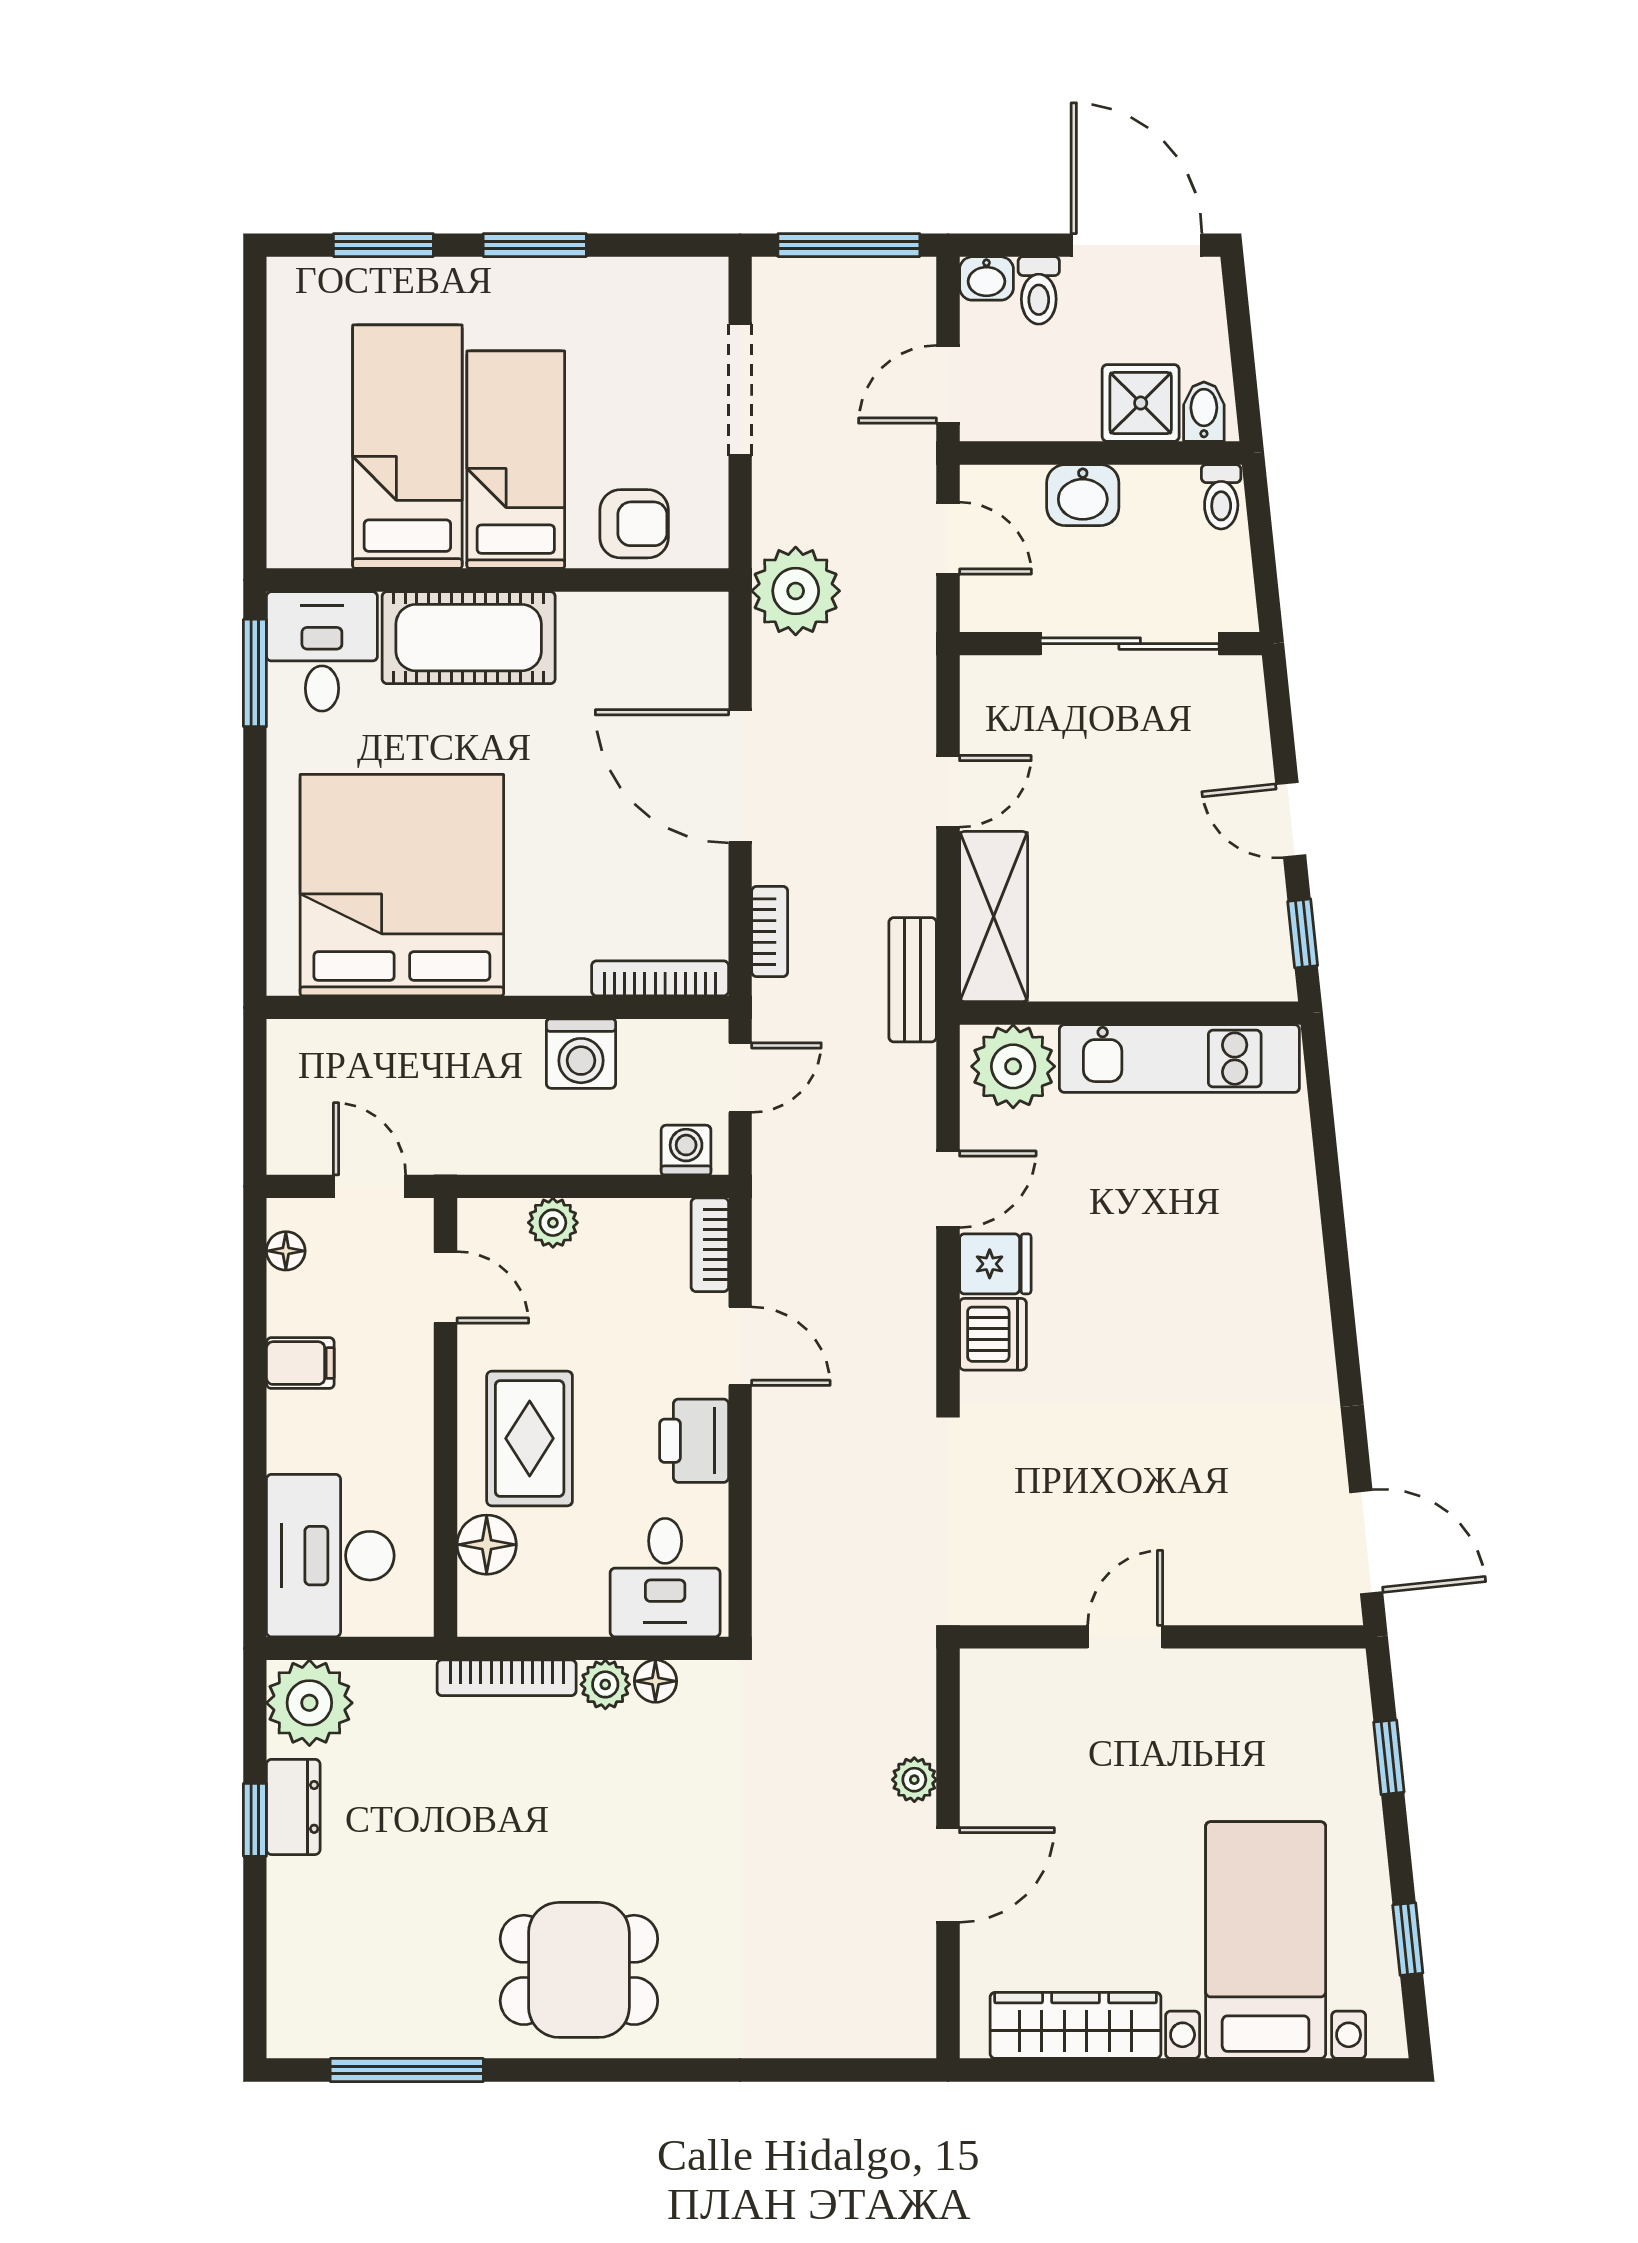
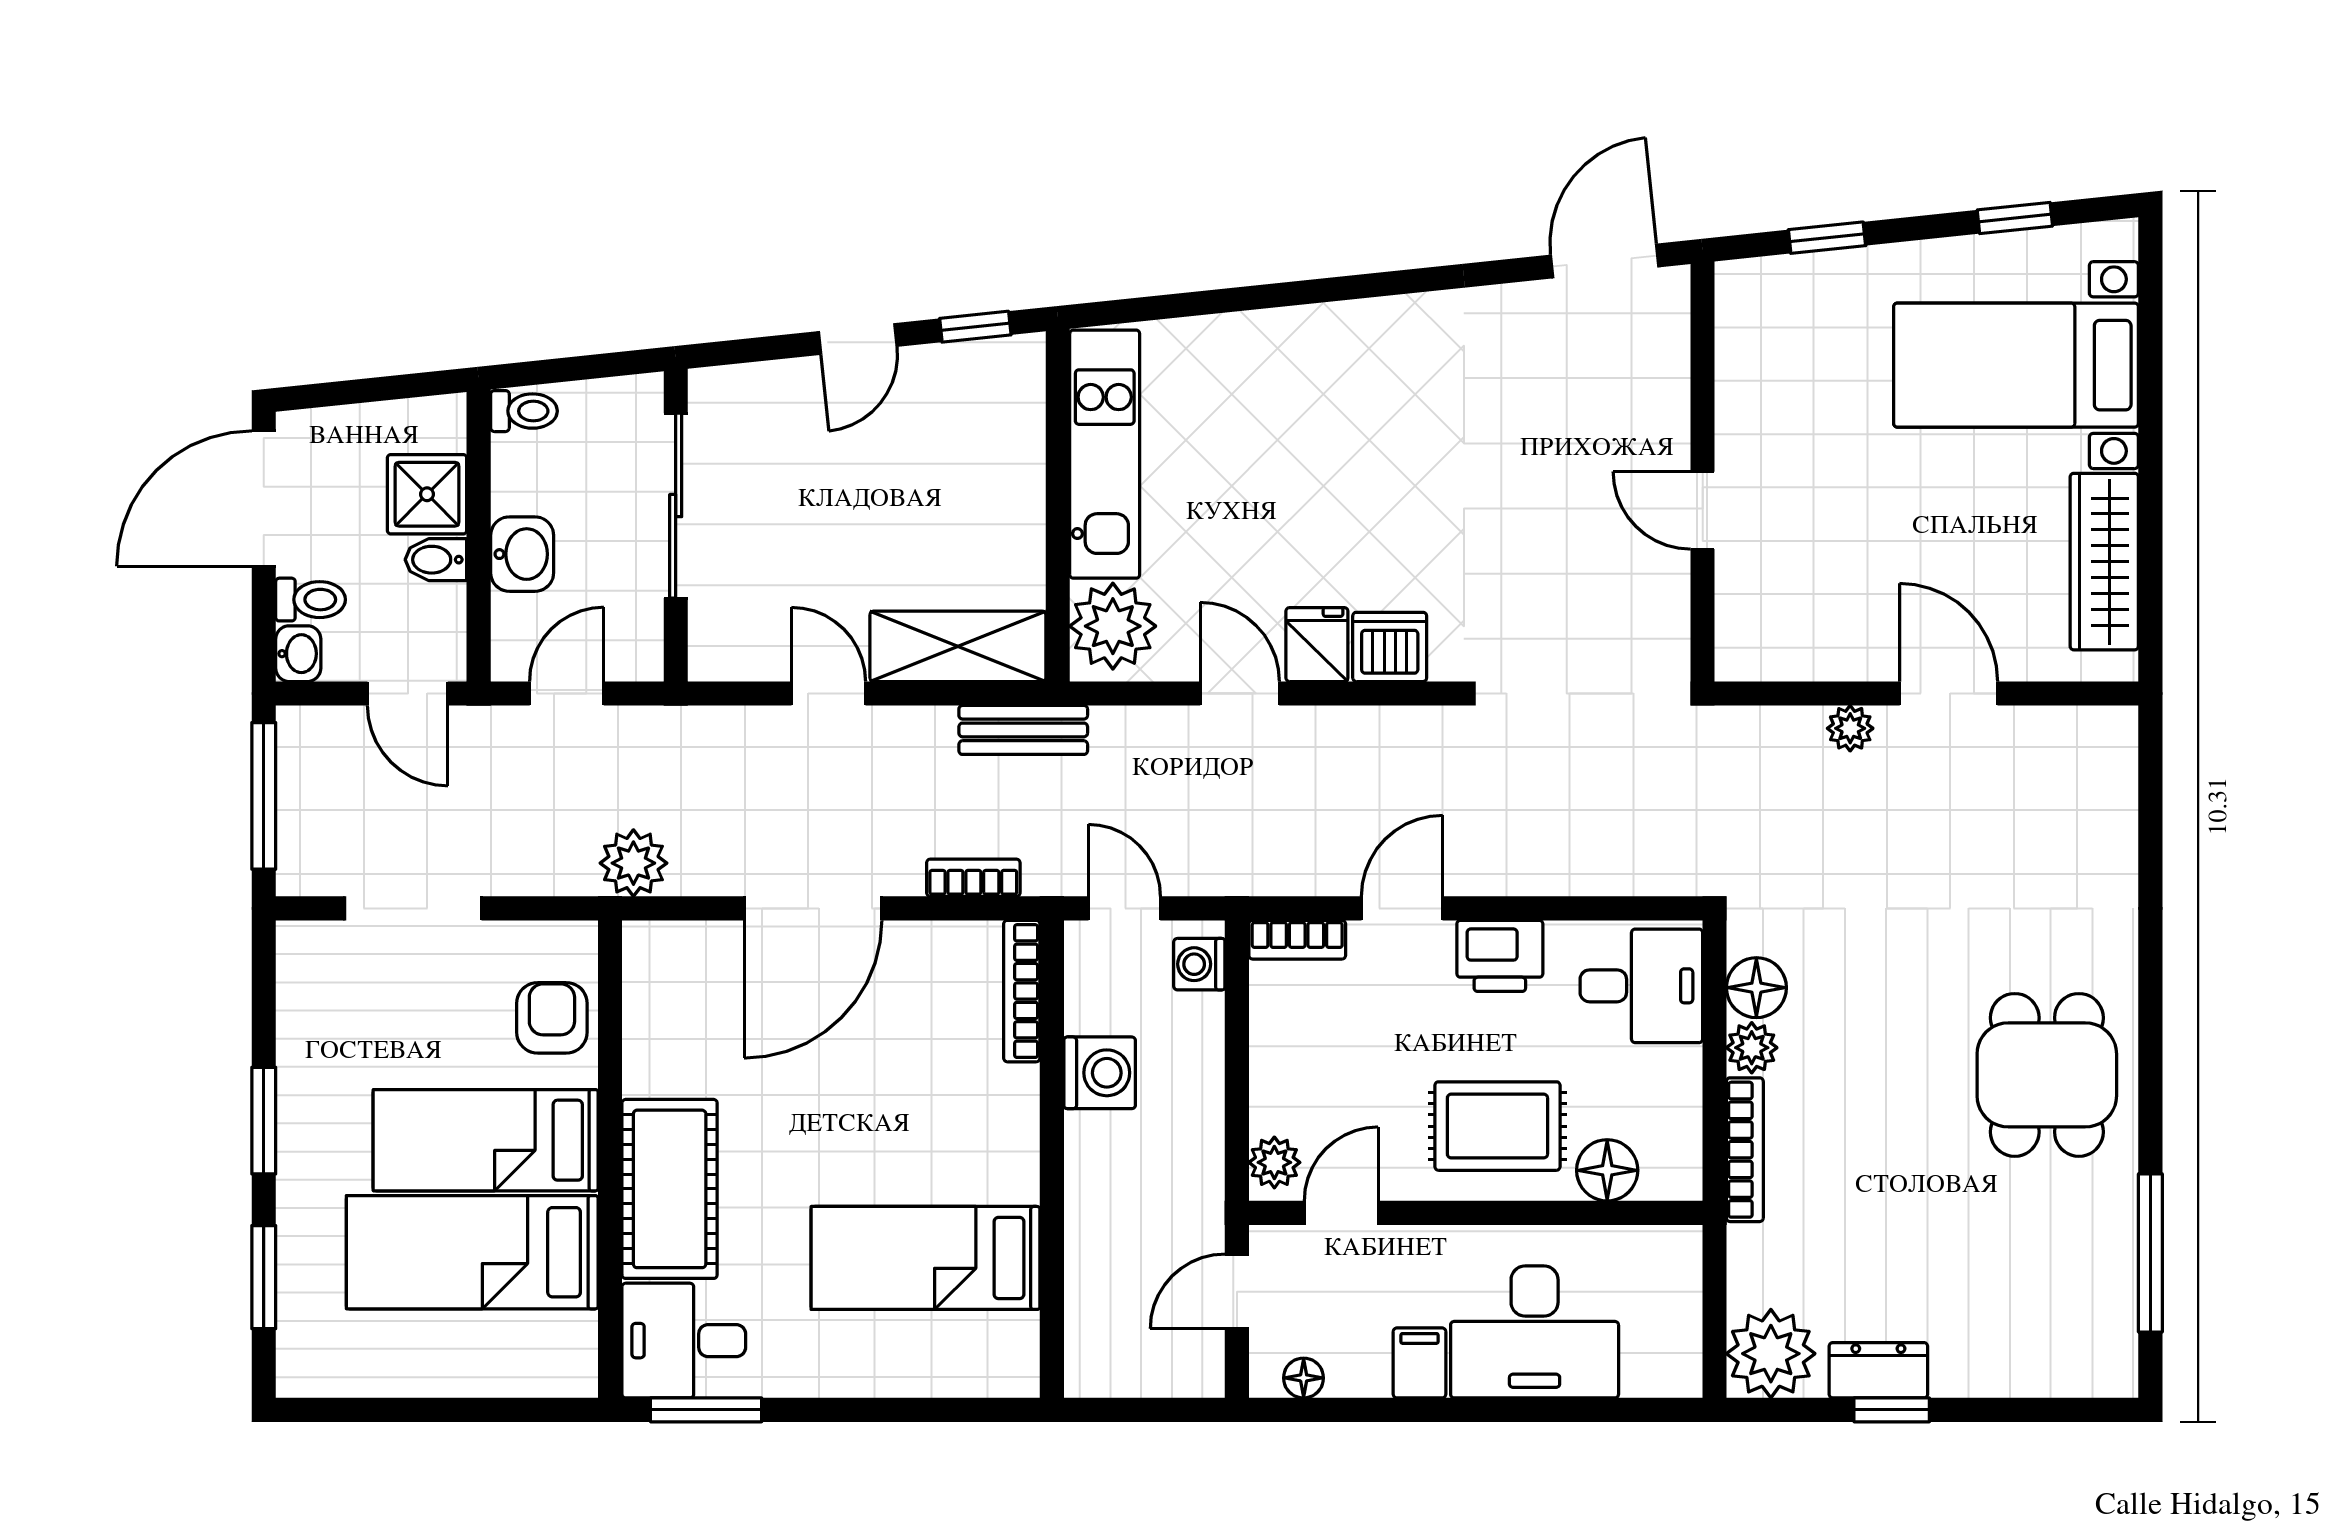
bidet: (1204, 412) -> (436, 560), moved
plant: (796, 591) -> (633, 863), width x0.73, depth x0.73
bed: (402, 885) -> (925, 1258), width x0.49
plant: (553, 1223) -> (1274, 1162), moved
desk: (330, 1556) -> (1535, 1332), moved
floor lamp: (655, 1681) -> (1756, 988), width x1.37, depth x1.37

